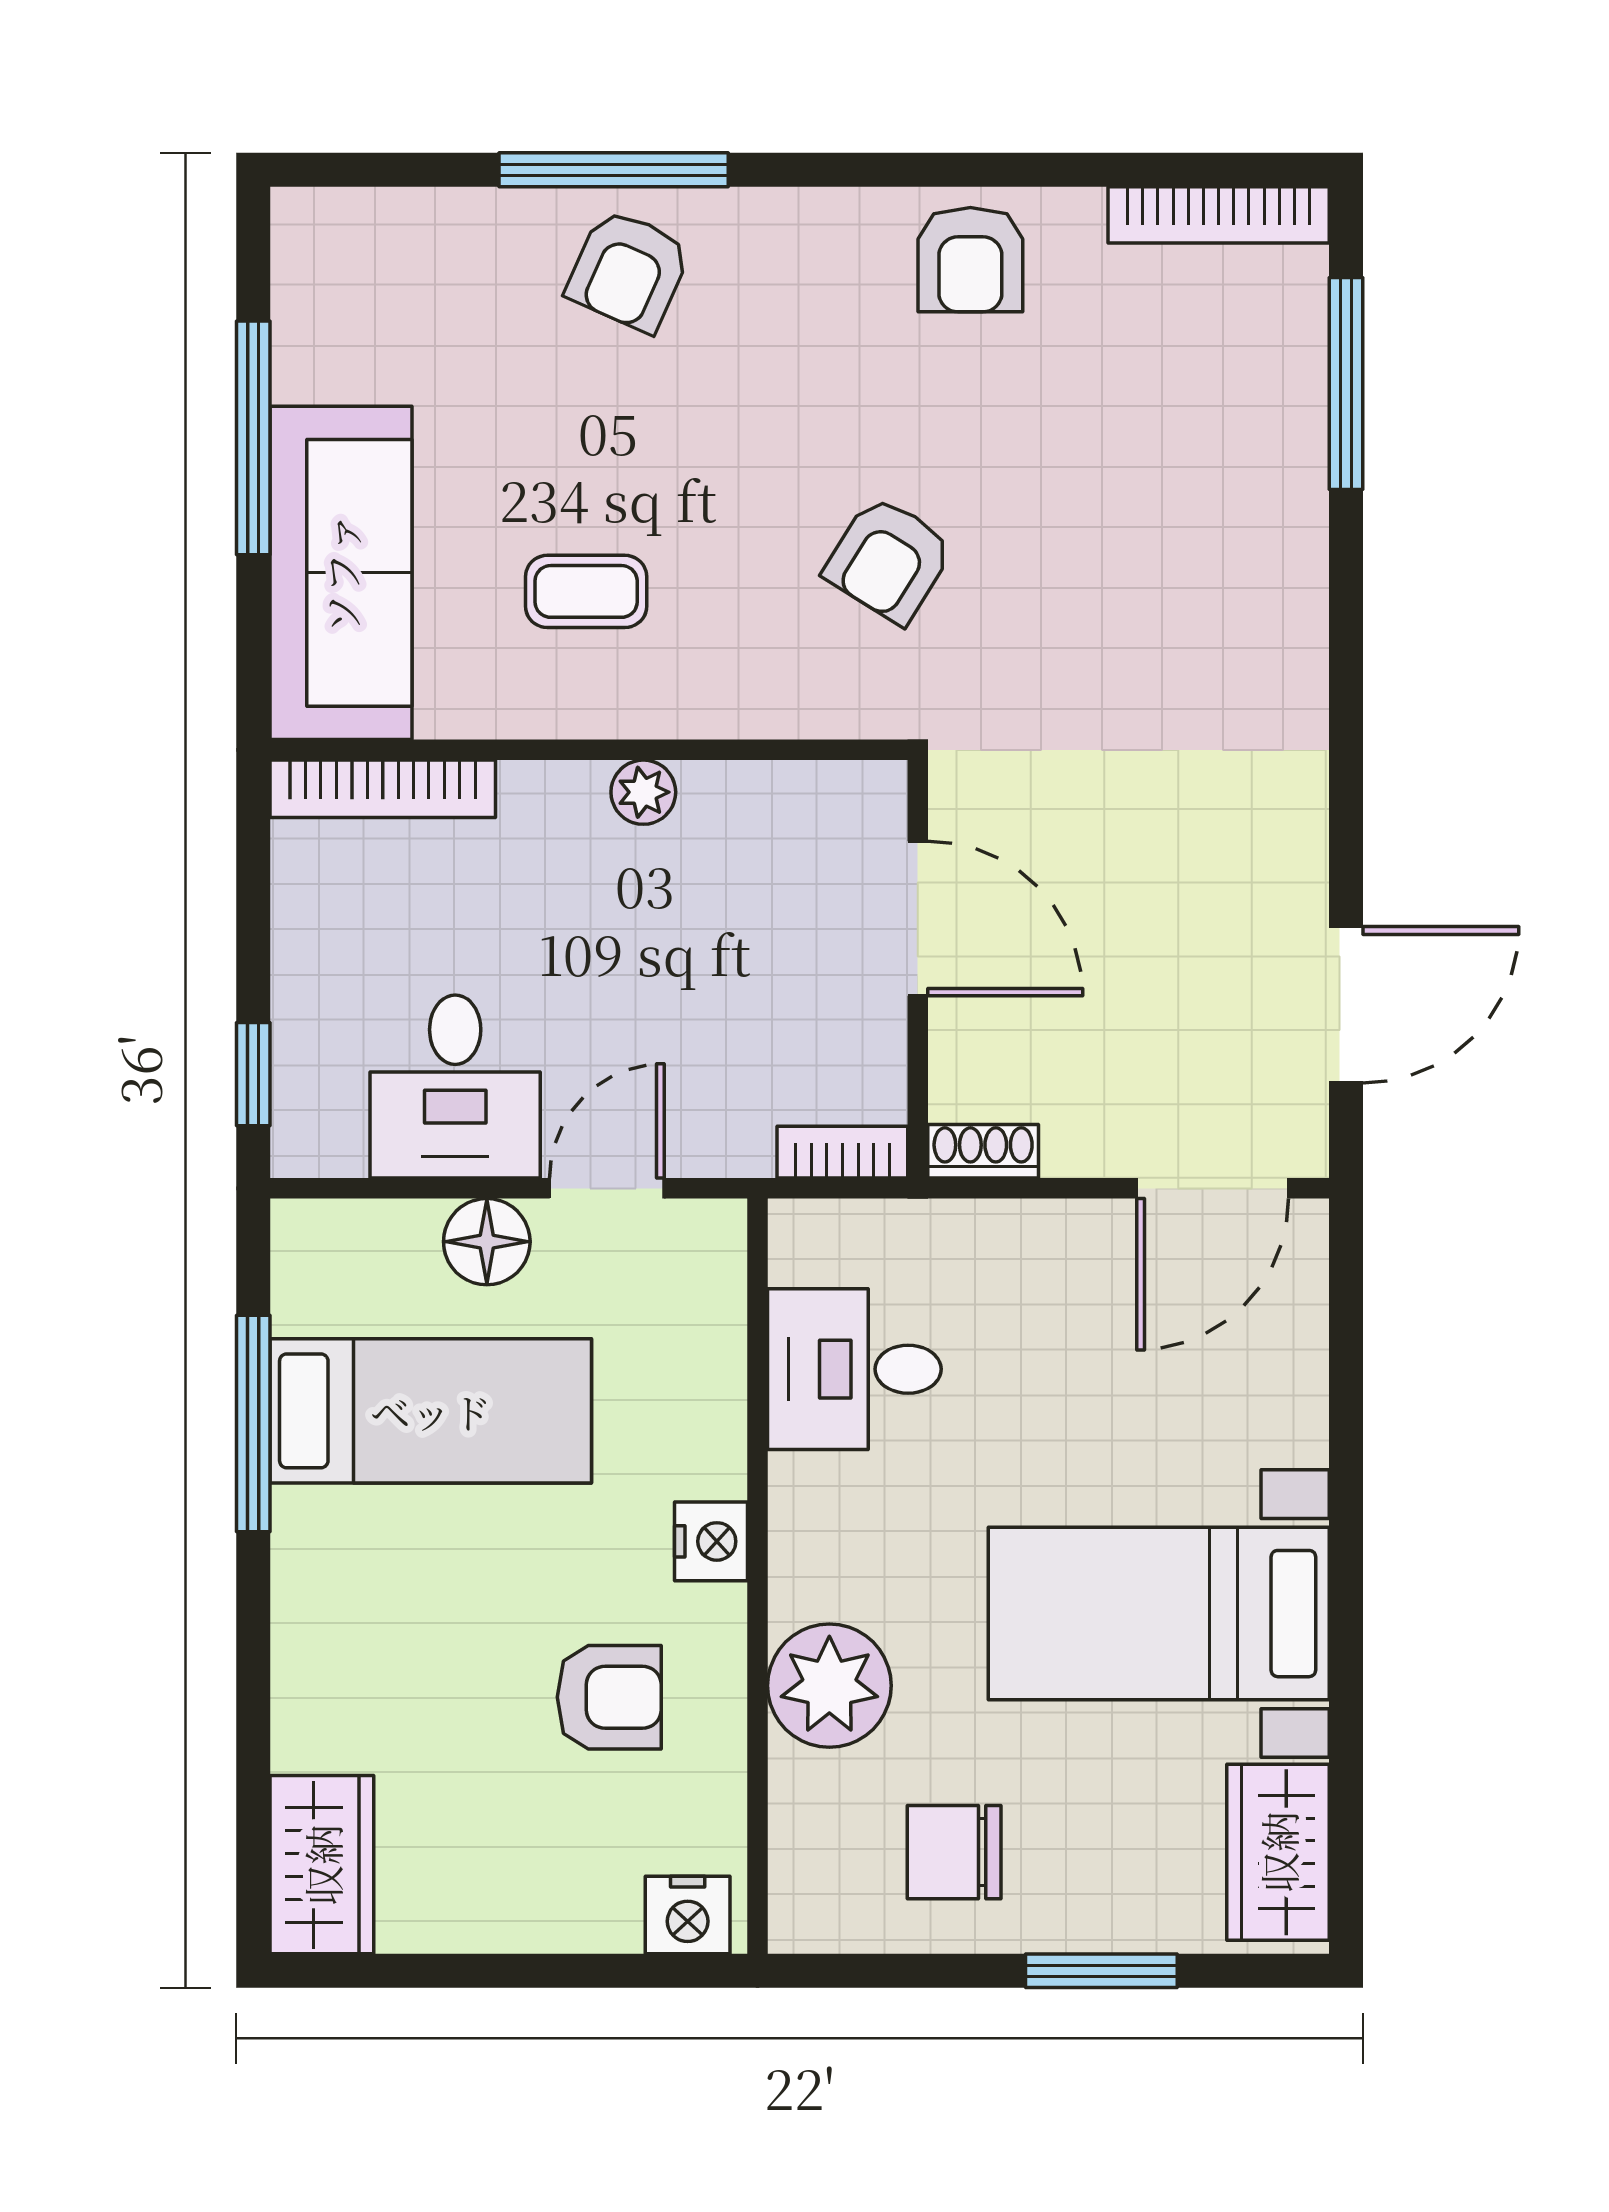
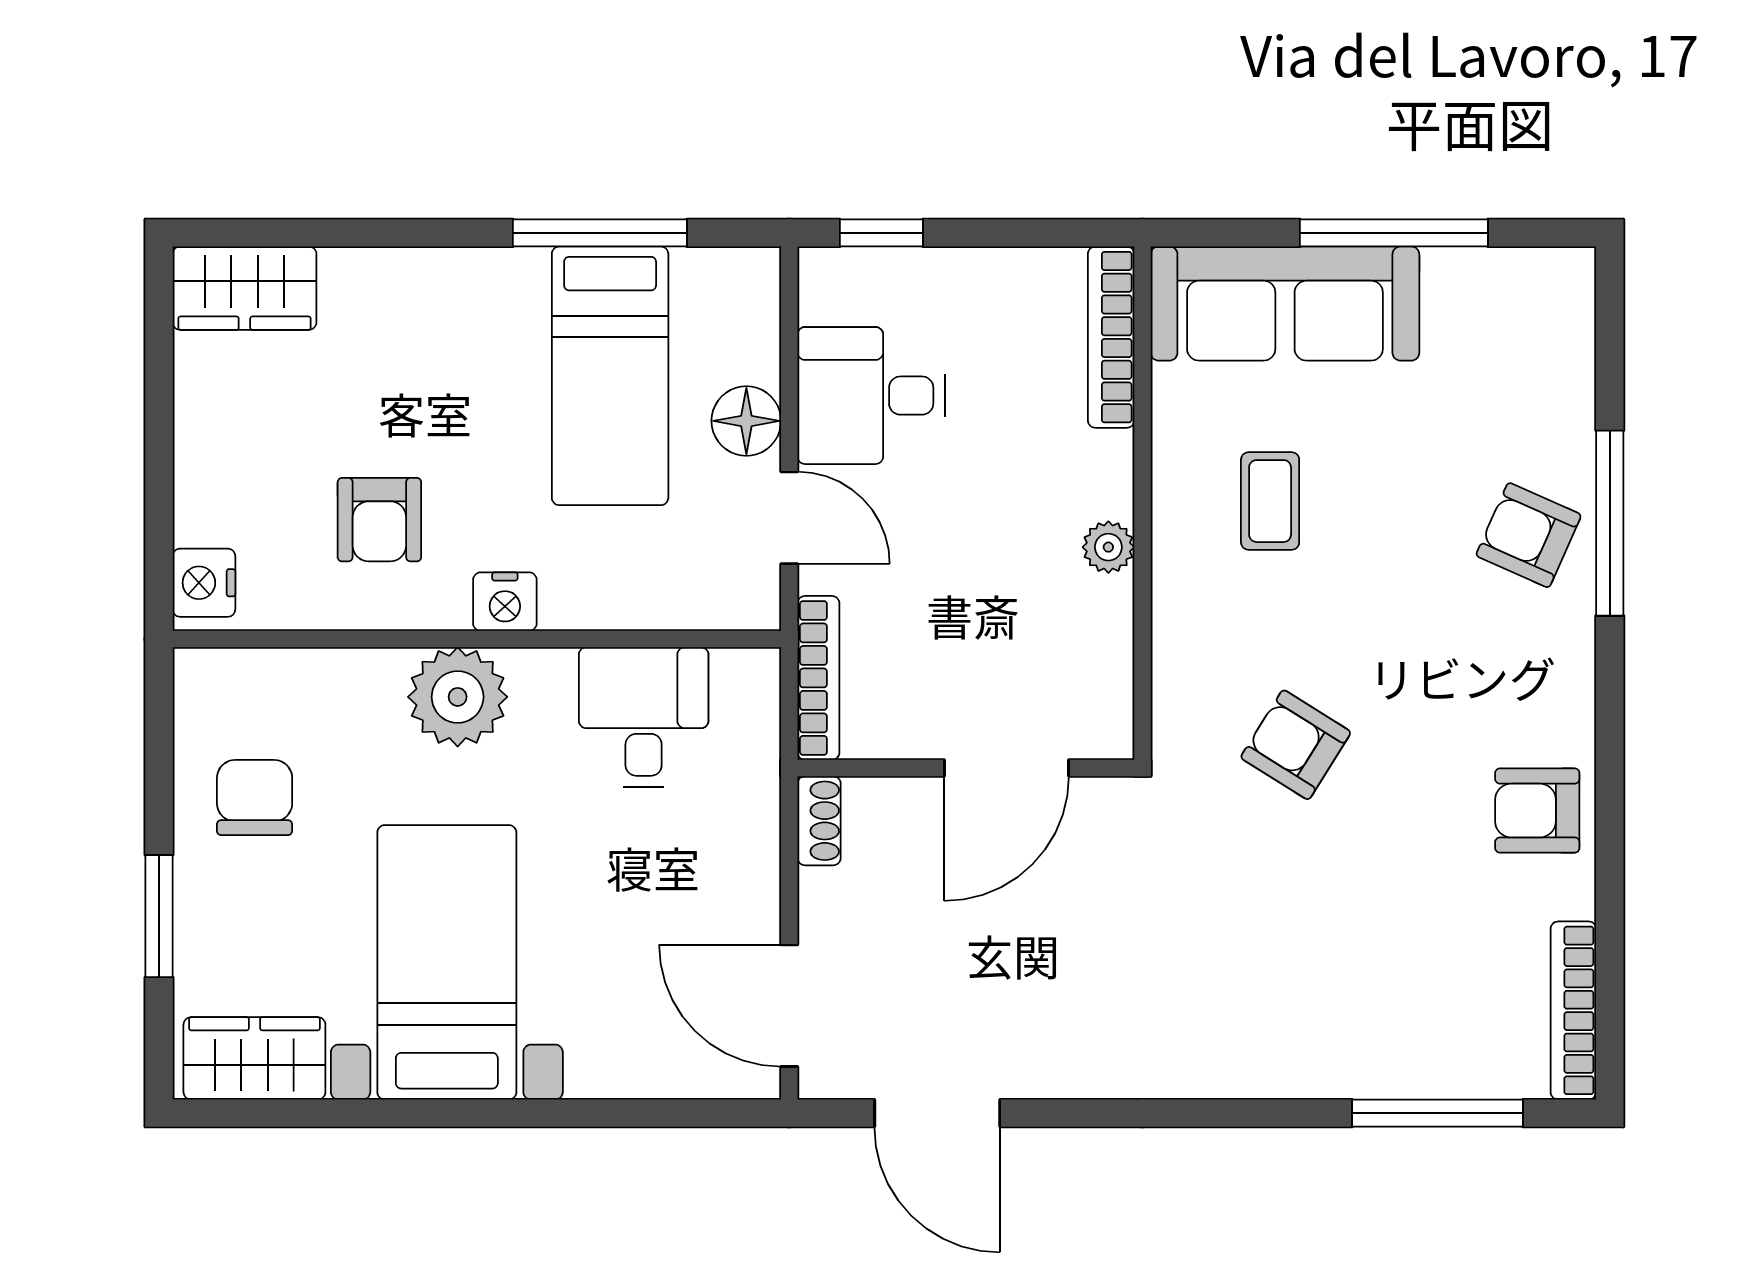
bookcase: (842, 1152) -> (818, 678), width x1.56
plant: (829, 1686) -> (458, 697), moved

